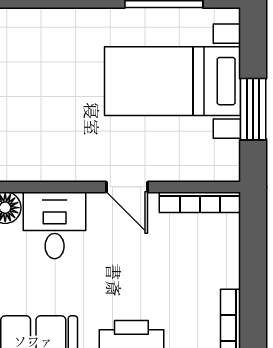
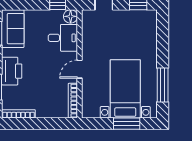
window: (253, 109) -> (127, 124), moved

